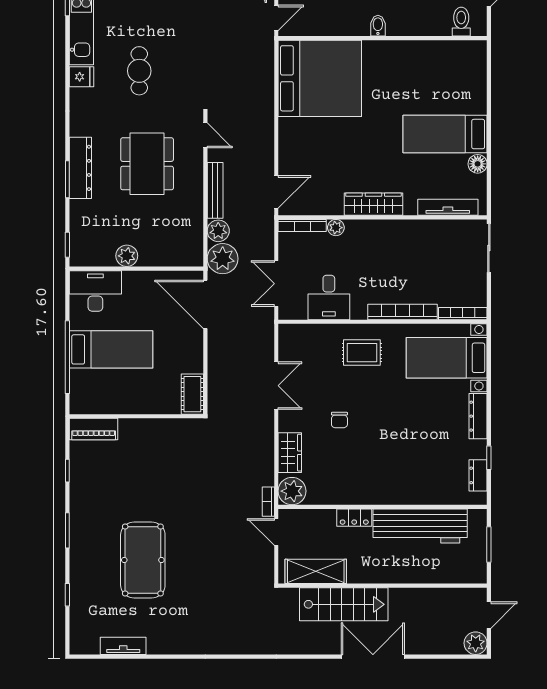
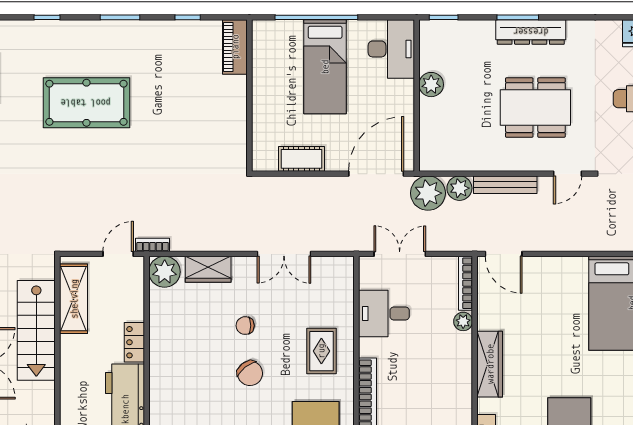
cot: (192, 394) -> (301, 159), moved
chair: (382, 416) -> (250, 373), added

